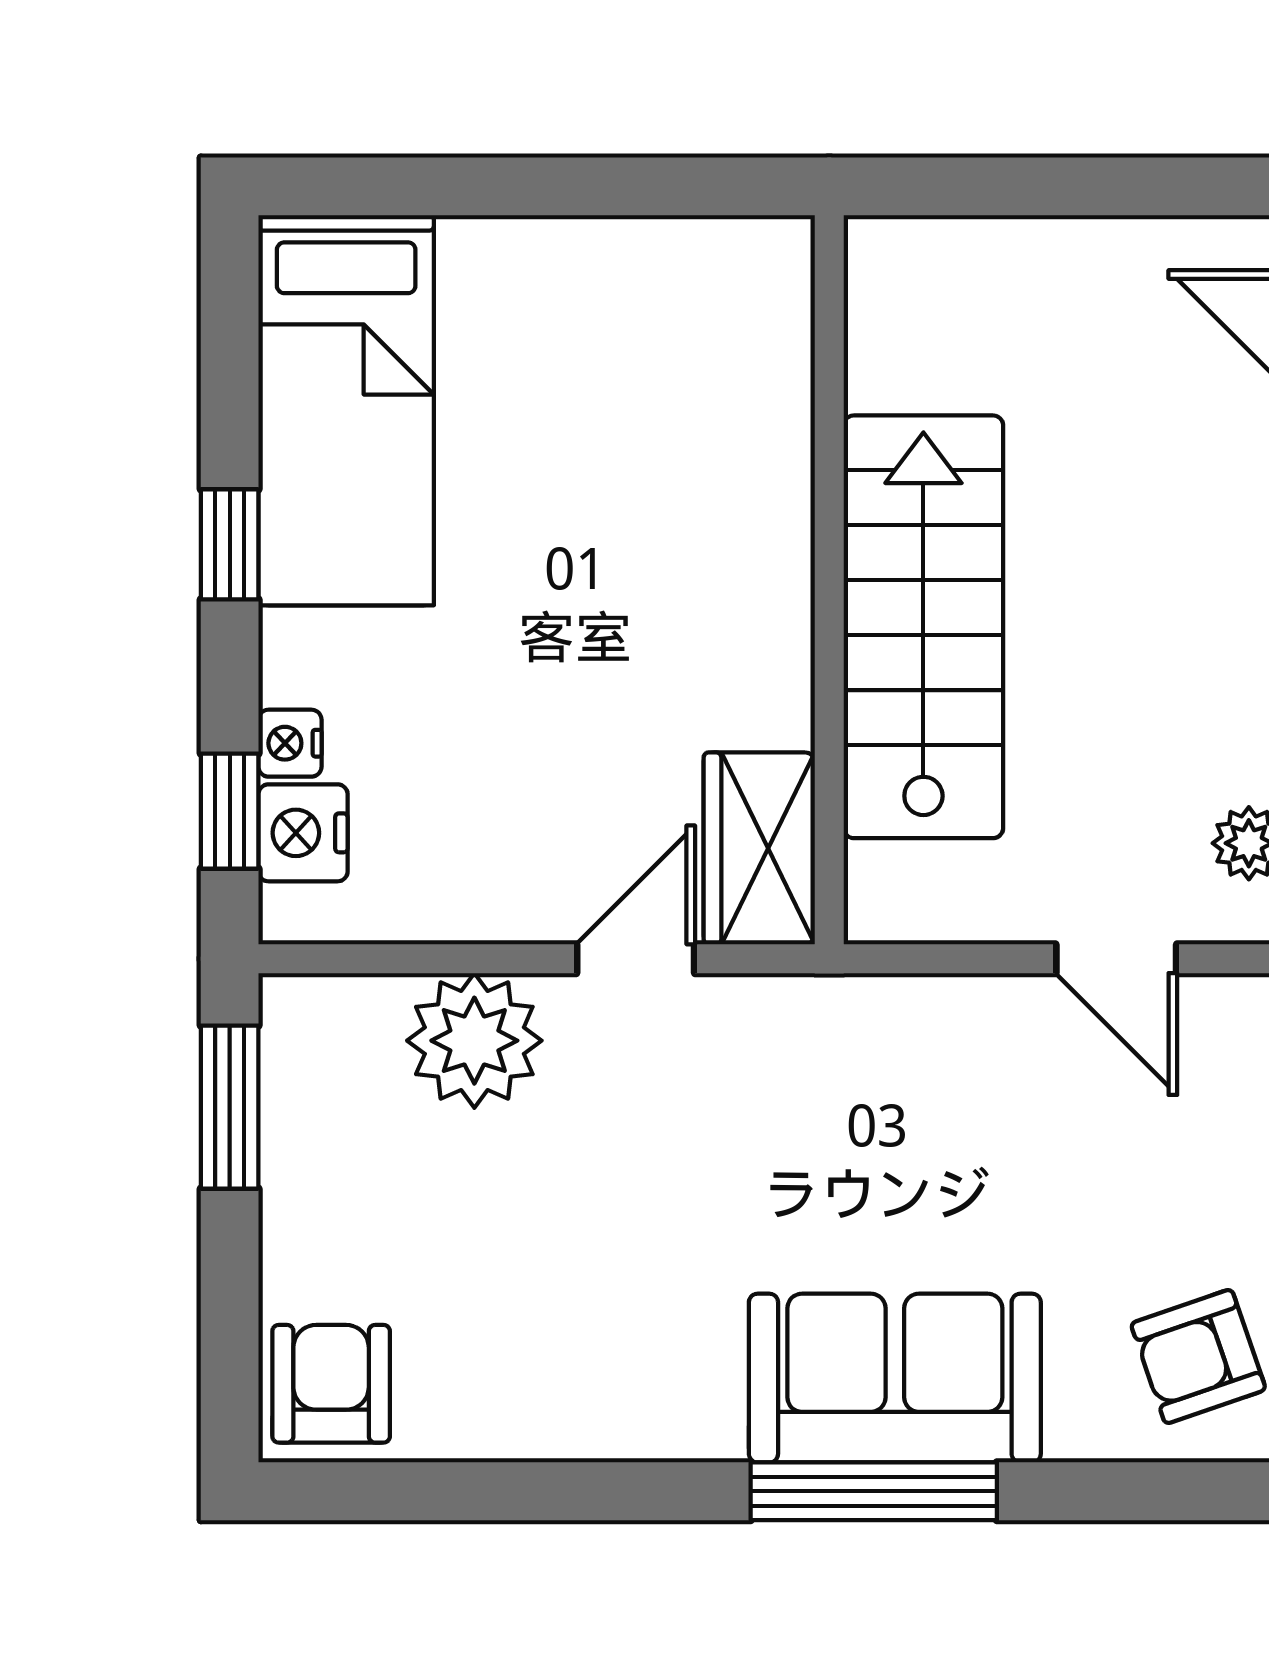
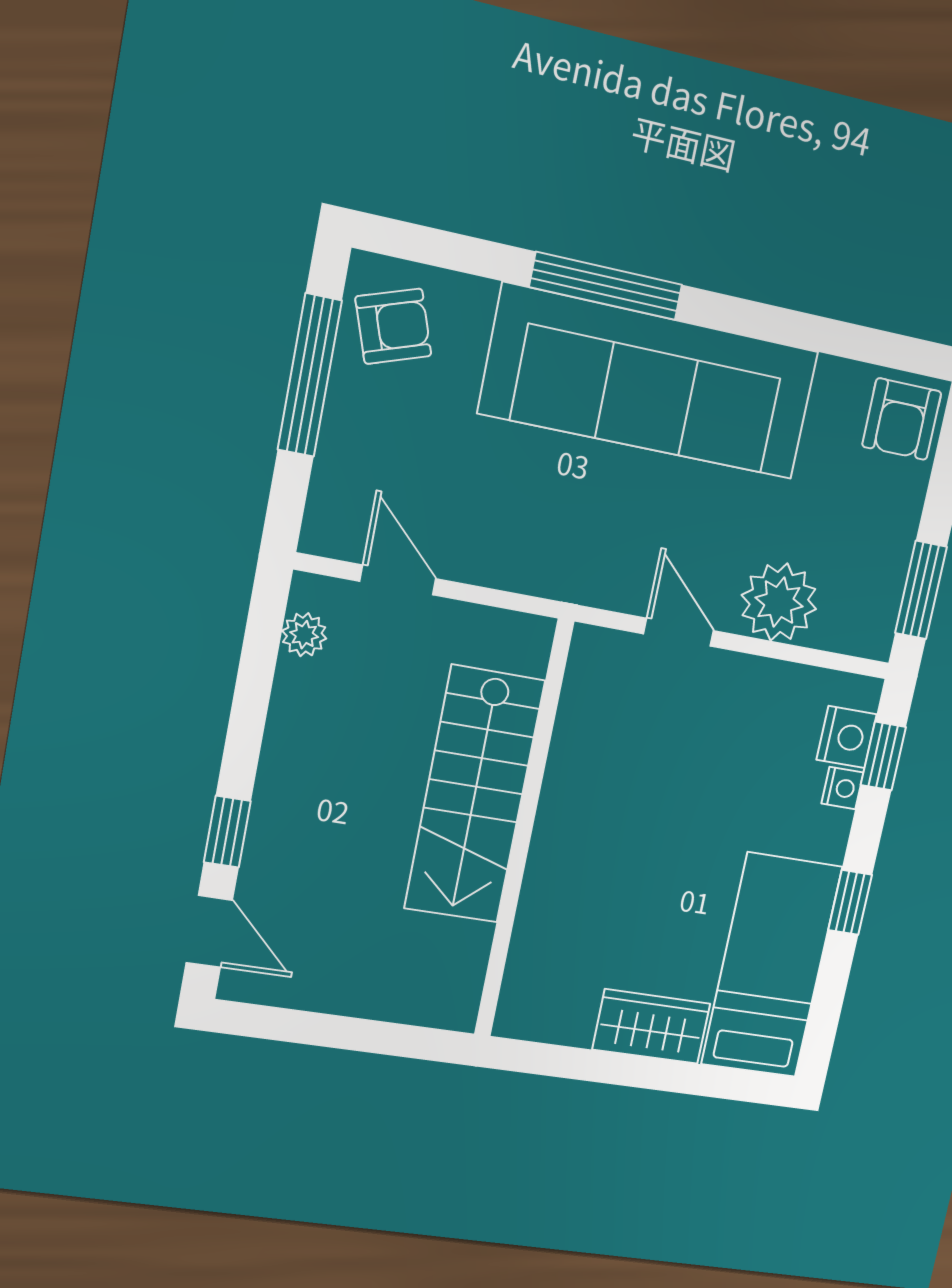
wardrobe: (759, 848) -> (651, 1026), moved, turned -90
door: (636, 959) -> (679, 632), swing flipped
sofa: (895, 1378) -> (650, 382), width x1.85, depth x1.27

